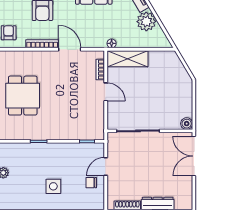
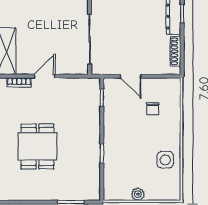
dining table: (23, 96) -> (37, 146), moved, turned 90
chair: (91, 183) -> (153, 109), moved
side table: (53, 186) -> (165, 160), moved

